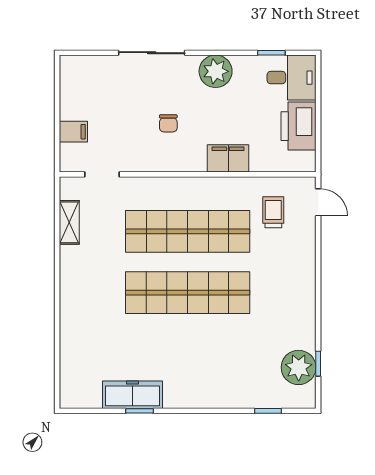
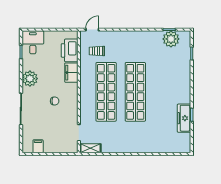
printer: (299, 126) -> (70, 50), moved, turned 90
filing cabinet: (73, 132) -> (38, 146), moved
shelving: (69, 222) -> (90, 148), moved

